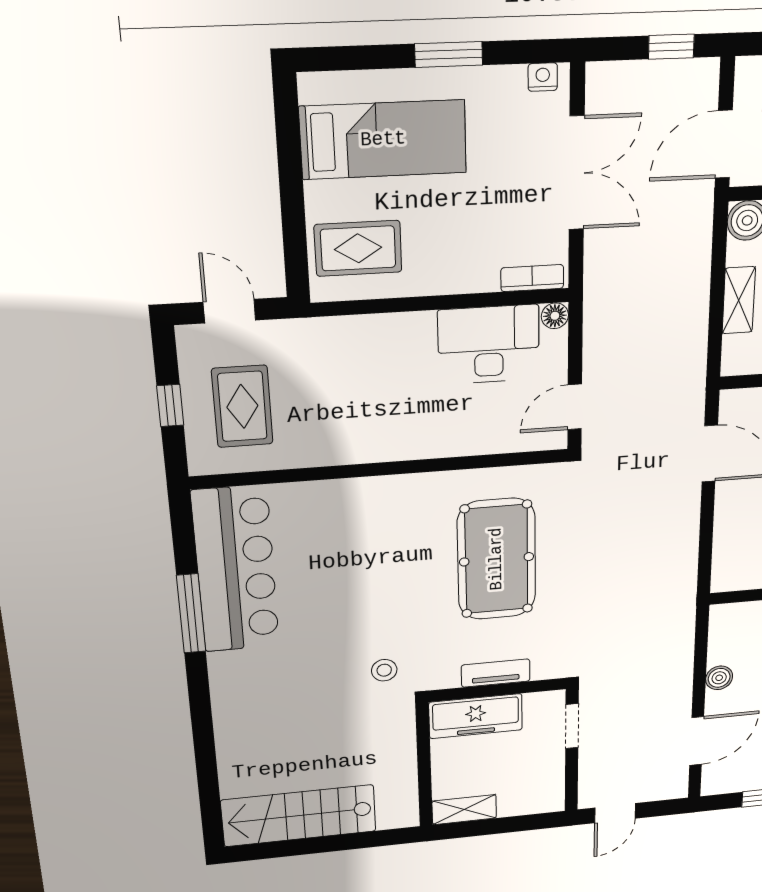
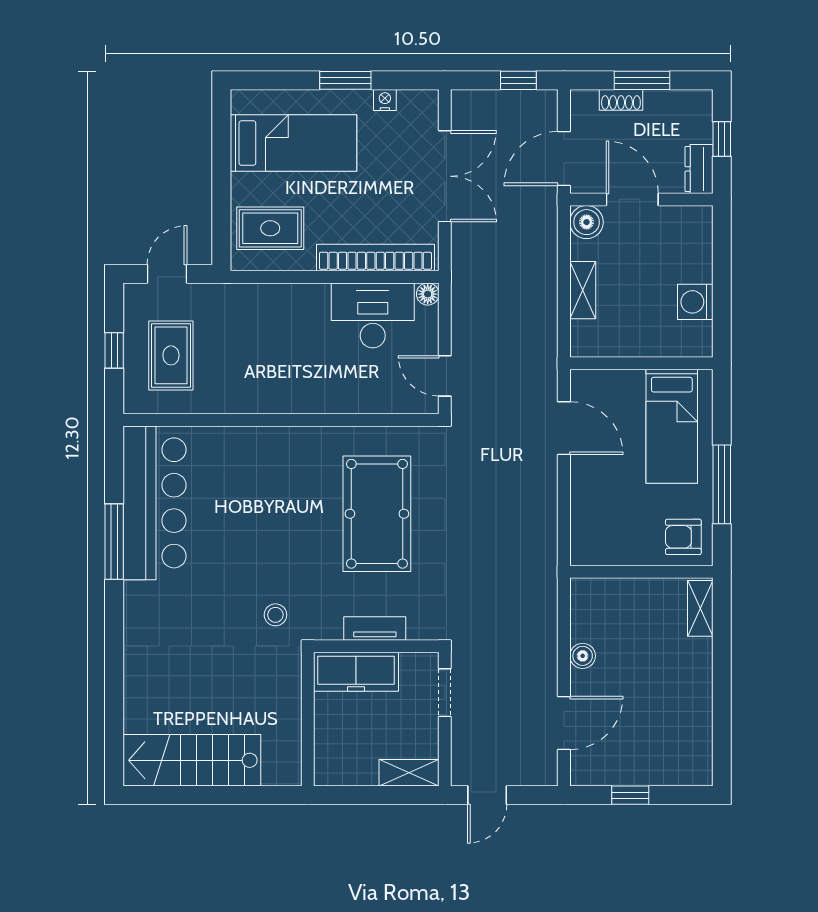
nightstand: (543, 77) -> (385, 100), moved
bookcase: (532, 278) -> (376, 258), width x2.31, depth x1.31
door: (229, 311) -> (167, 274), hinge flipped
door: (575, 407) -> (445, 376), hinge flipped
shelving: (464, 810) -> (409, 773), moved

